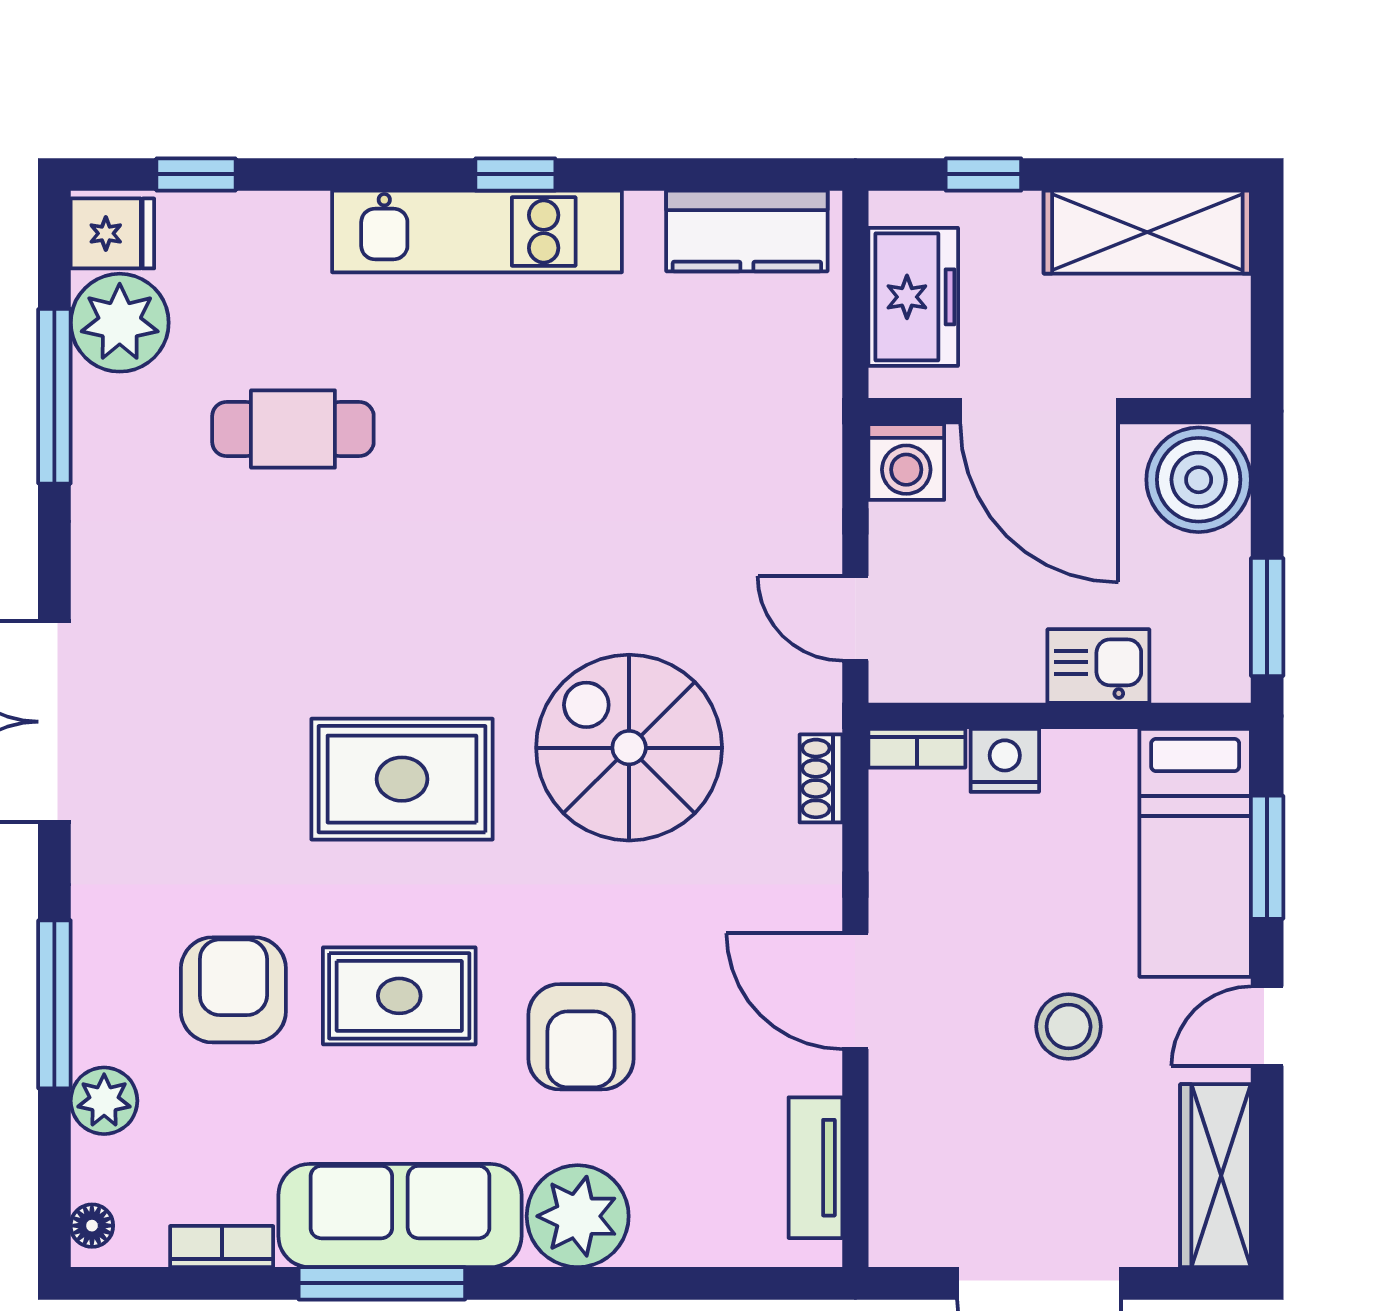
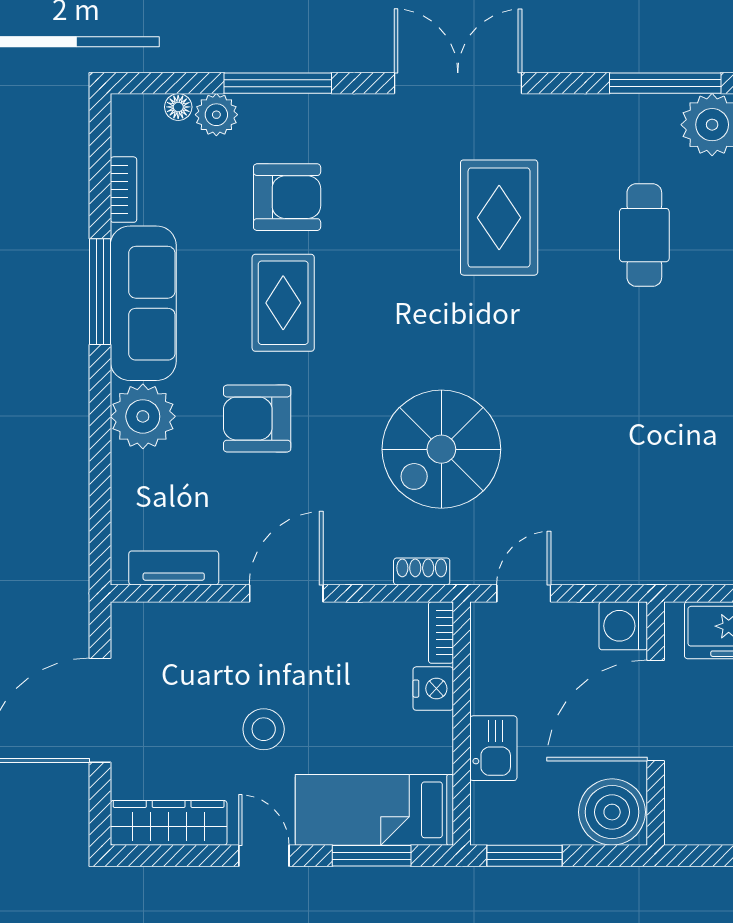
spiral stairs: (629, 748) -> (441, 449), turned 180
rug: (402, 779) -> (499, 218), moved
floor lamp: (92, 1226) -> (178, 107), moved

